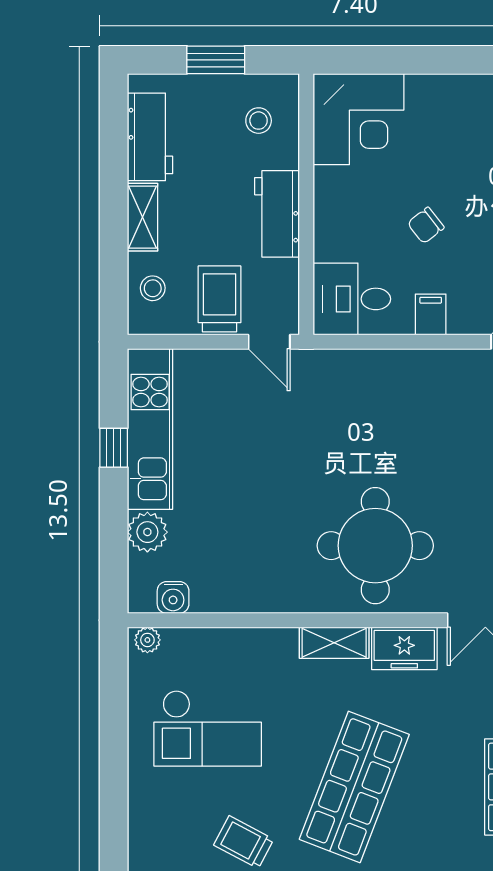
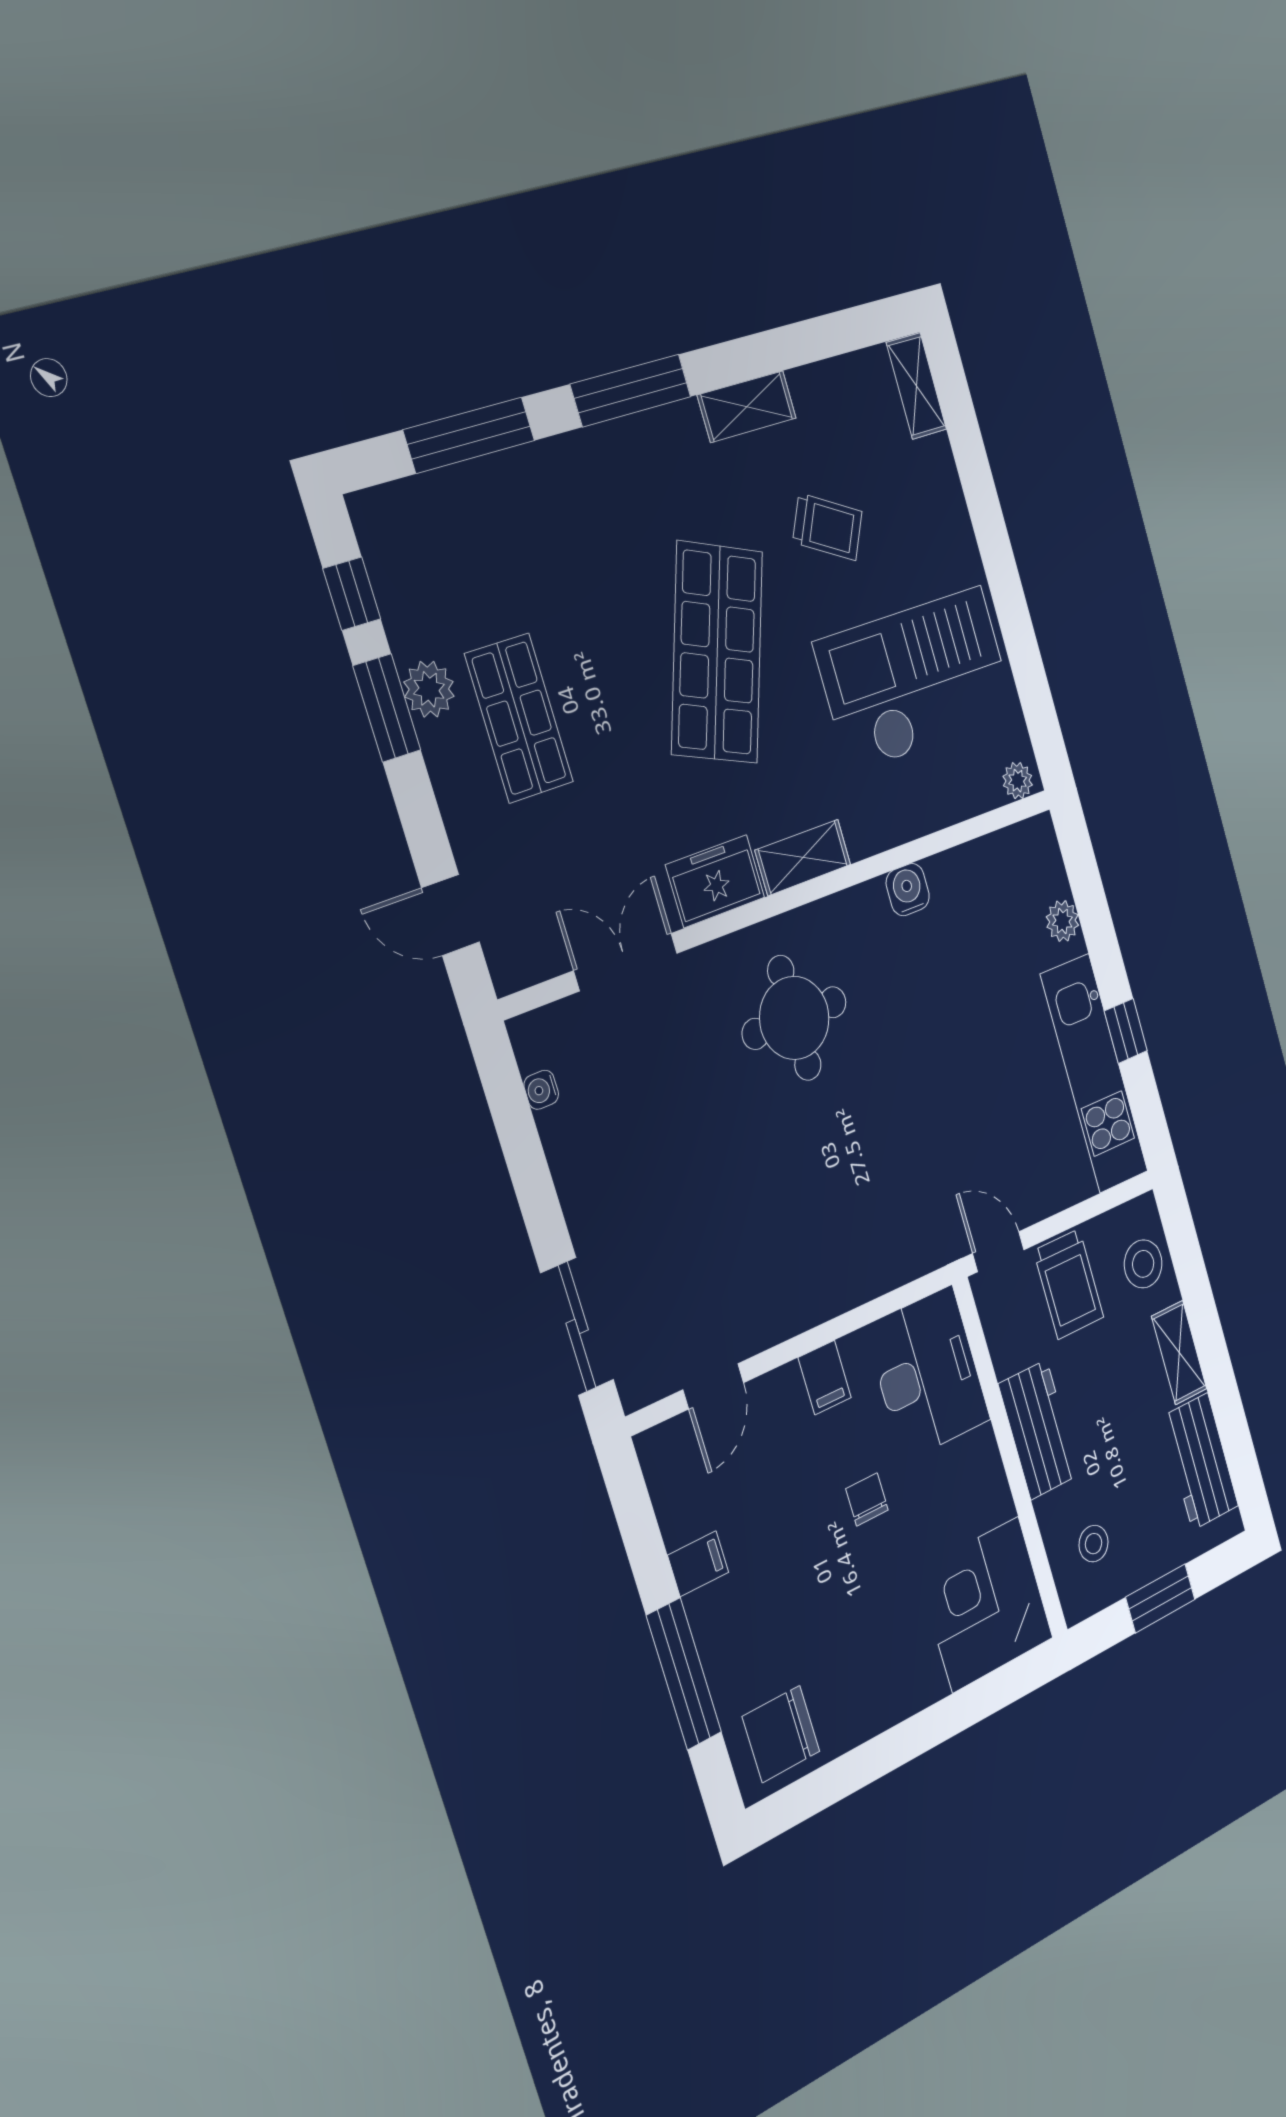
chair: (426, 225) -> (867, 1499), turned -52
stool: (153, 288) -> (1143, 1264), width x1.37, depth x1.37
desk: (352, 299) -> (928, 1374), width x1.37
plant: (147, 532) -> (1062, 921), width x0.73, depth x0.73
round table: (375, 546) -> (794, 1018), width x0.73, depth x0.73
water cooler: (173, 597) -> (908, 890), moved
checkout: (208, 728) -> (916, 679), width x1.36, depth x1.21

